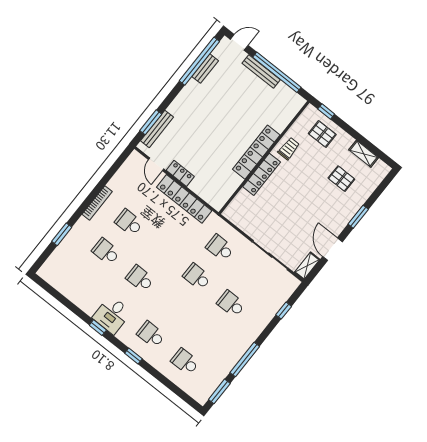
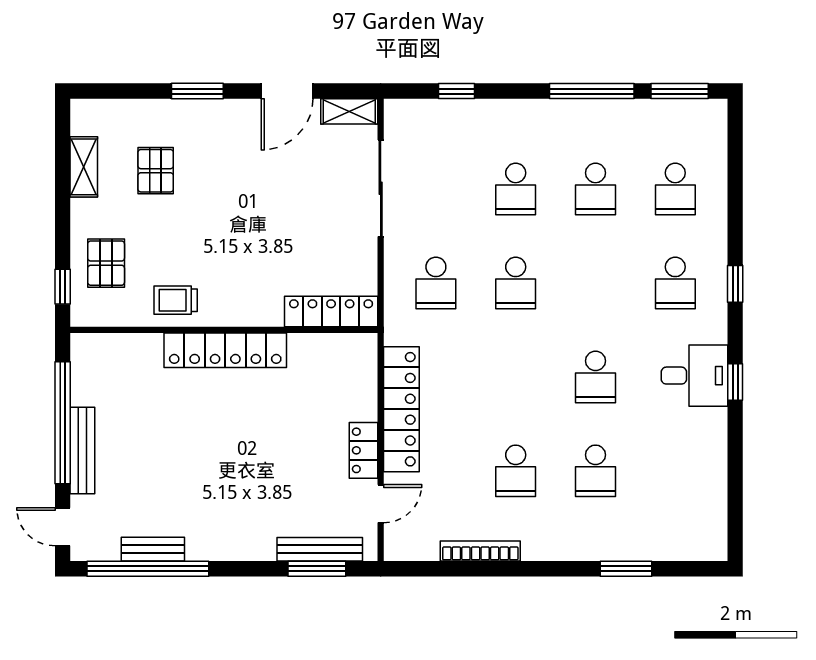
locker: (262, 174) -> (331, 311), moved
bookcase: (97, 203) -> (480, 551), moved
school desk: (208, 333) -> (595, 189), added

